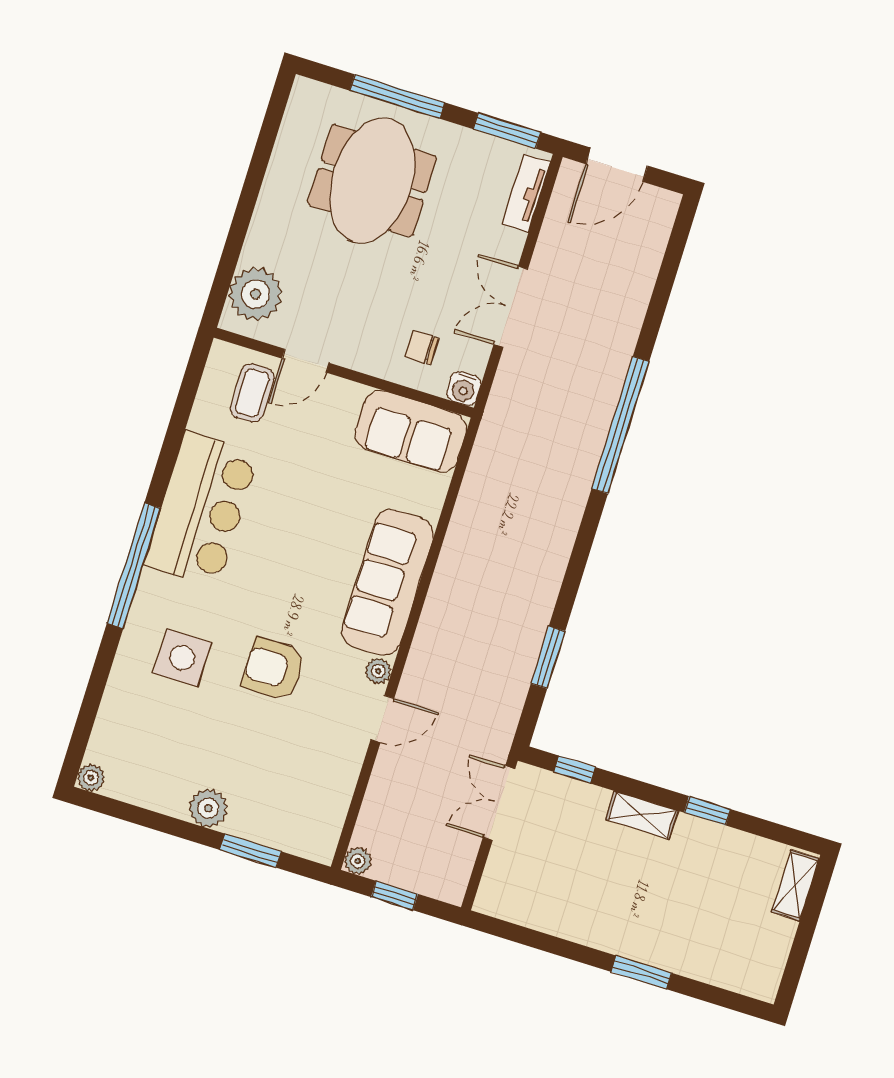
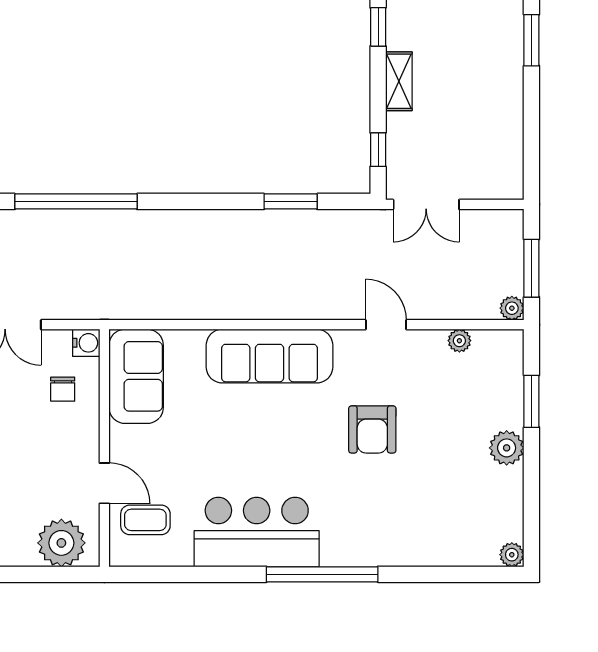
side table: (182, 658) -> (387, 509), removed
plant: (378, 671) -> (459, 341), moved
window: (394, 896) -> (531, 268), width x1.50

